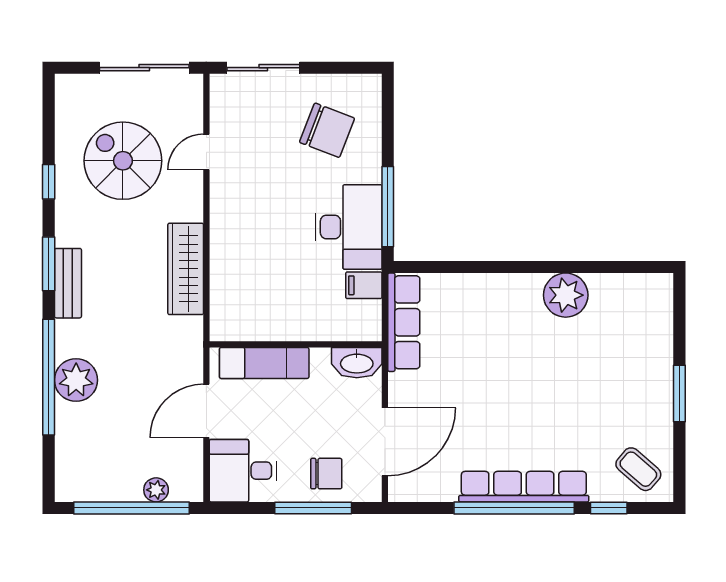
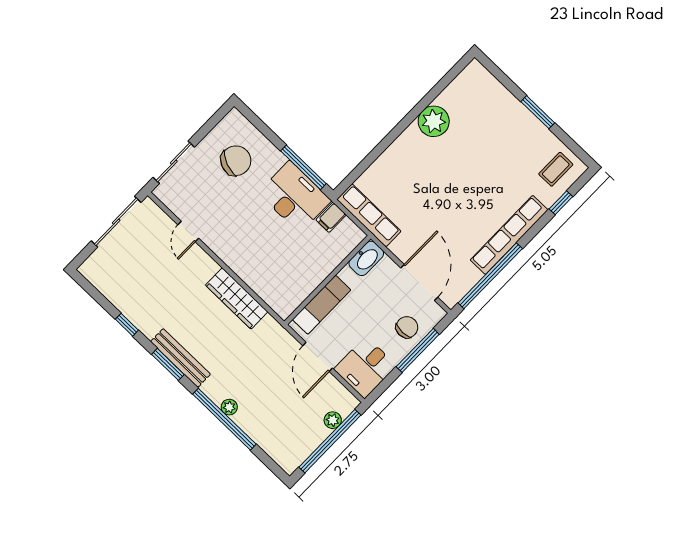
spiral stairs: (123, 161) -> (152, 277), removed
bench: (68, 283) -> (180, 358), width x1.36
plant: (76, 380) -> (229, 407), width x0.53, depth x0.53
coffee table: (638, 469) -> (556, 169), turned -41
window: (514, 508) -> (490, 276), moved

